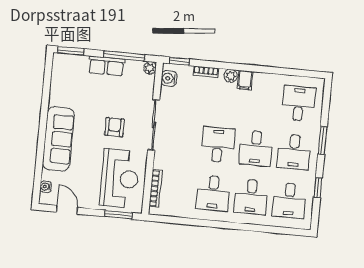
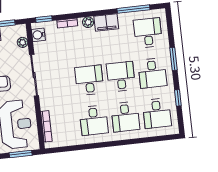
plant: (150, 68) -> (23, 42), moved
window: (288, 72) -> (133, 9), added
filing cabinet: (245, 80) -> (106, 22), width x2.00
desk: (256, 148) -> (121, 77), turned 180

